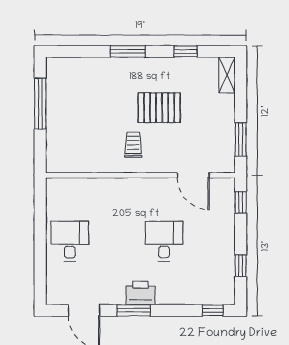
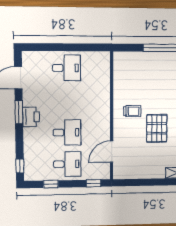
window: (241, 140) -> (135, 182), removed
desk: (211, 241) -> (67, 164), added

